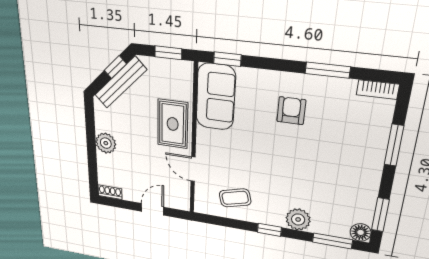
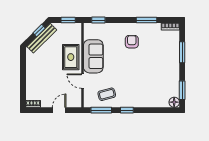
sofa: (216, 97) -> (93, 56), moved
plant: (106, 143) -> (32, 74), removed
plant: (298, 219) -> (142, 101), removed
window: (332, 241) -> (101, 110), moved

